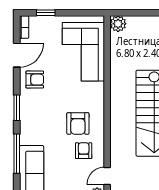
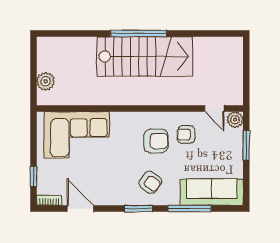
plant: (118, 24) -> (46, 81), moved
armchair: (35, 80) -> (150, 182), moved, turned 126

